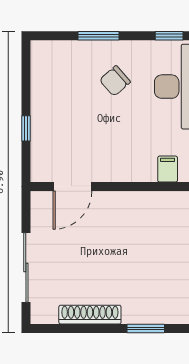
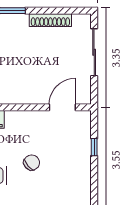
chair: (115, 81) -> (32, 163), moved

